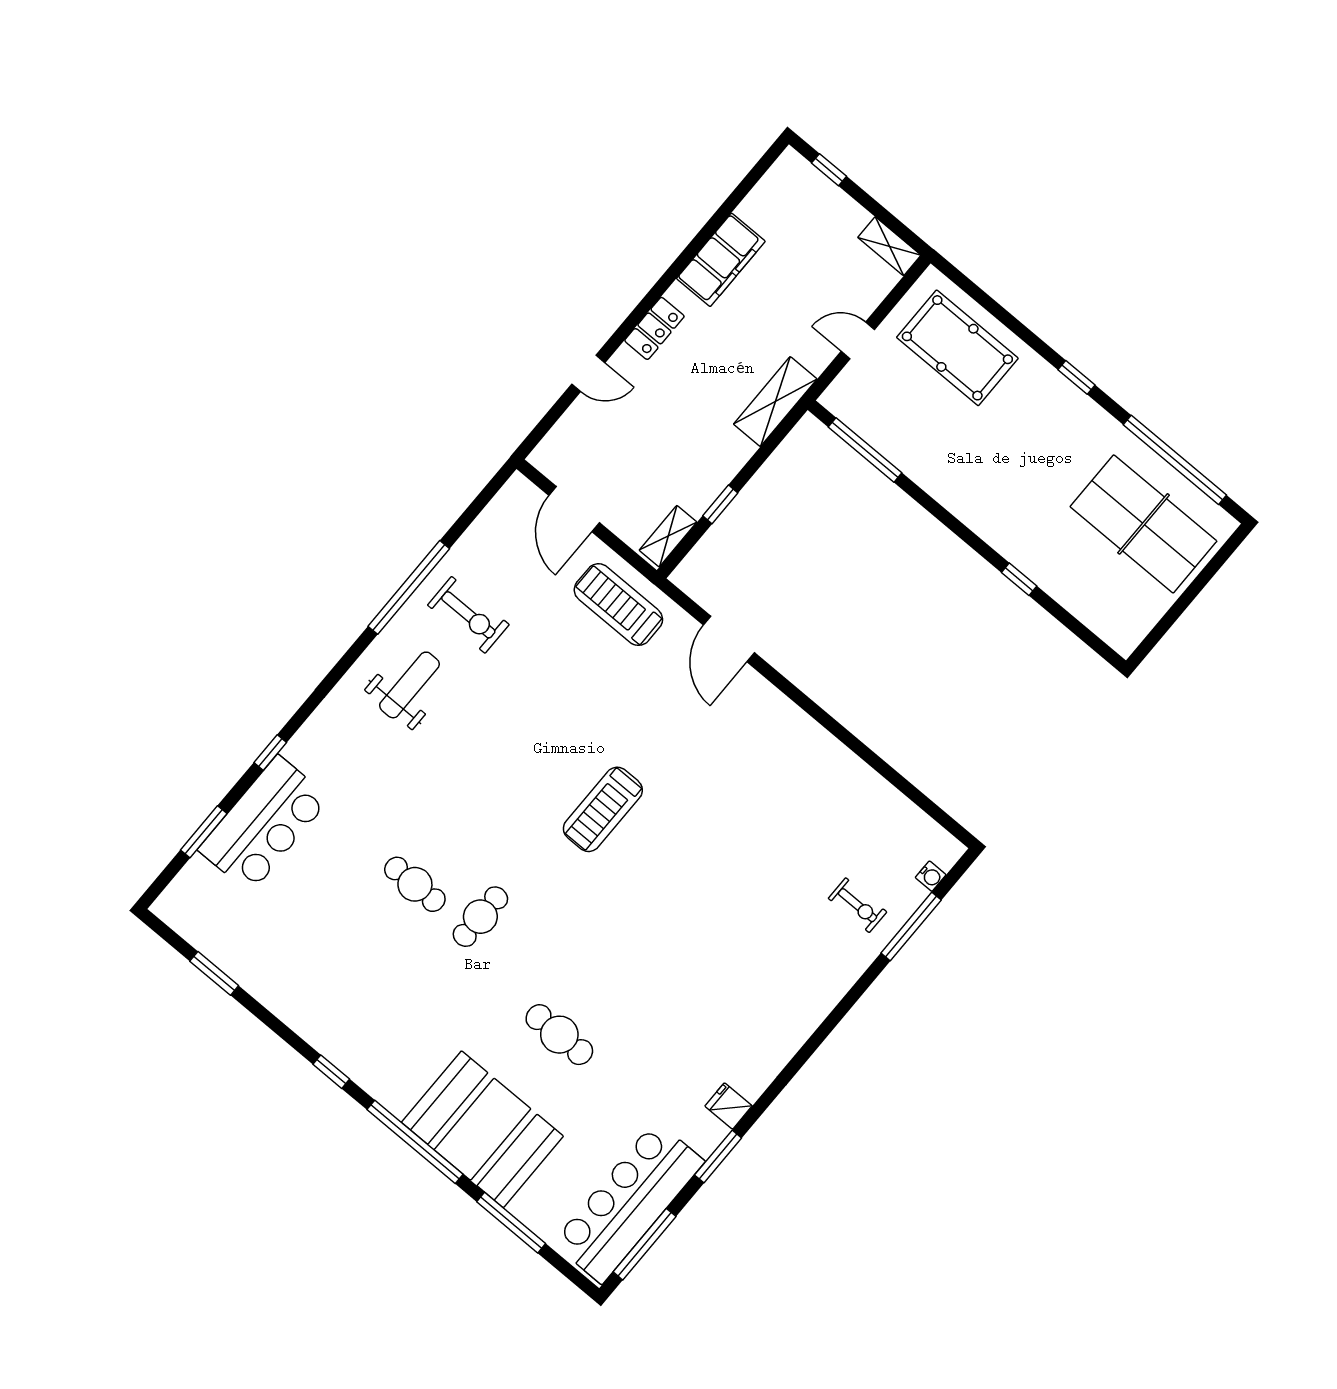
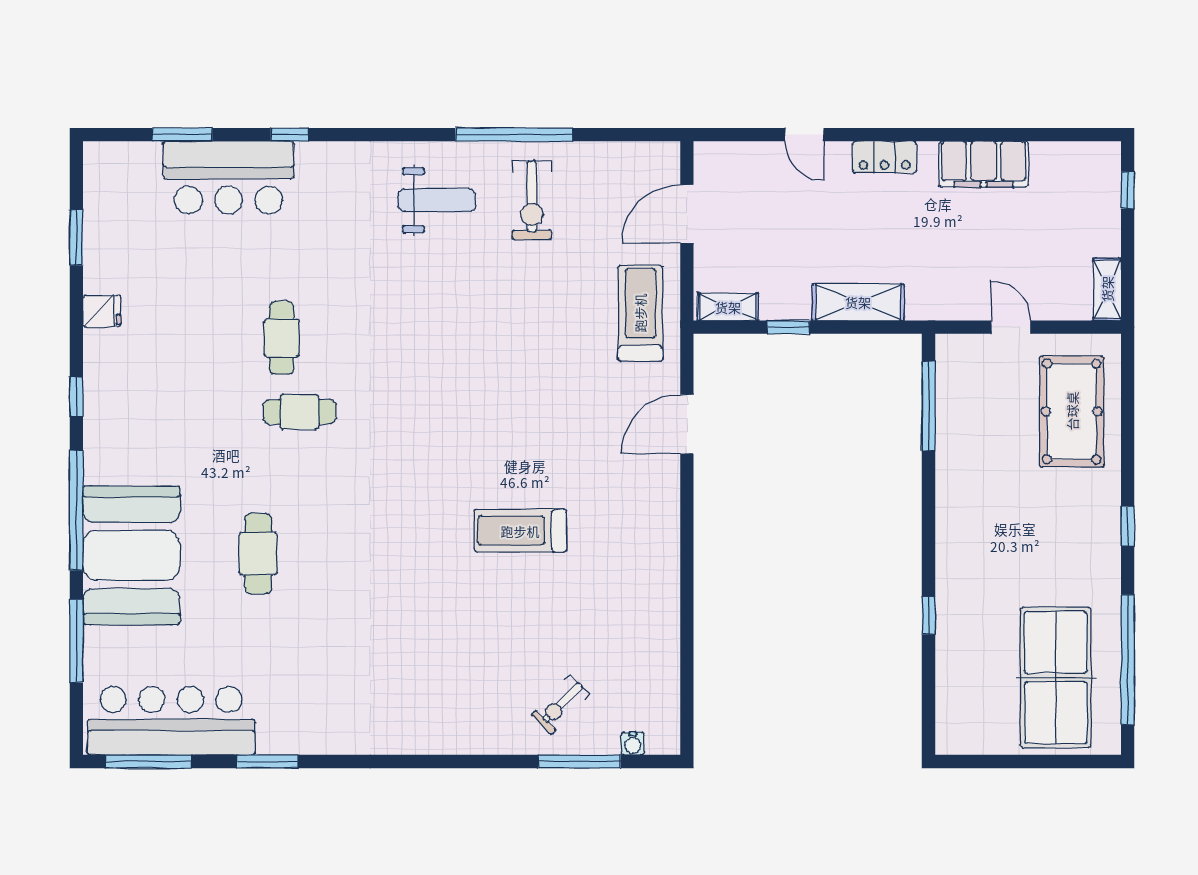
shelving: (775, 402) -> (858, 302), moved
treadmill: (603, 809) -> (520, 531), moved
exercise bike: (857, 905) -> (561, 705), turned 44
fridge: (729, 1106) -> (102, 311), moved, turned 90

